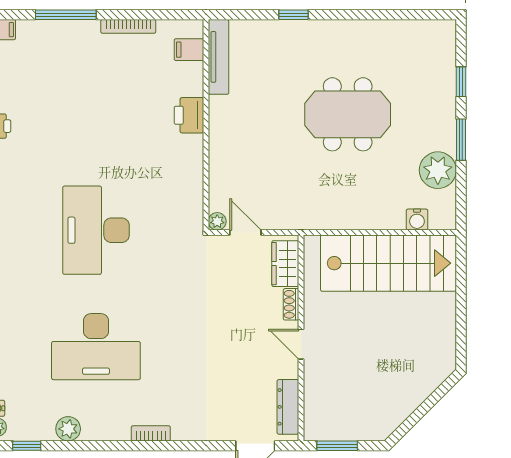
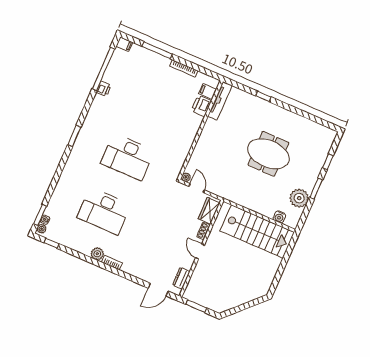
printer: (189, 115) -> (201, 106), moved
desk: (96, 230) -> (128, 157), turned -90
dresser: (288, 407) -> (181, 278), width x0.70
plant: (68, 429) -> (97, 254), moved

